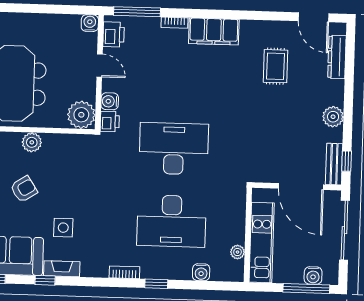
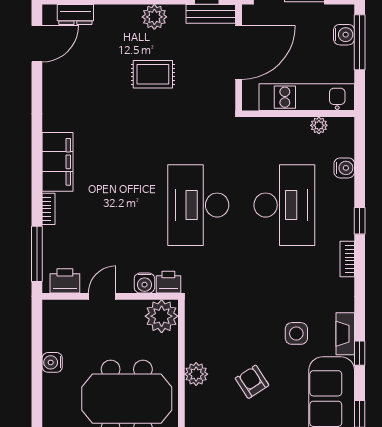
water cooler: (90, 23) -> (52, 362), moved
dresser: (337, 57) -> (75, 15), width x0.70
rug: (275, 66) -> (153, 74), moved

